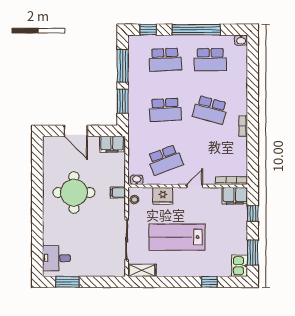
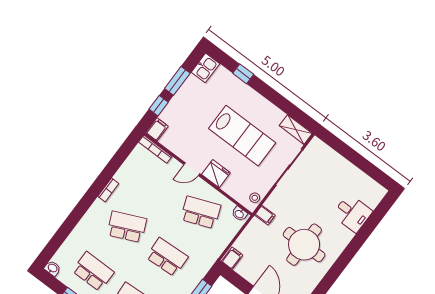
school desk: (210, 110) -> (127, 227), turned -39
filing cabinet: (112, 144) -> (232, 258), width x0.50
fridge: (163, 196) -> (216, 174), moved
filing cabinet: (235, 196) -> (157, 129), width x0.50
window: (253, 253) -> (177, 81), moved
desk: (56, 258) -> (352, 213), moved
window: (67, 282) -> (370, 169), removed

